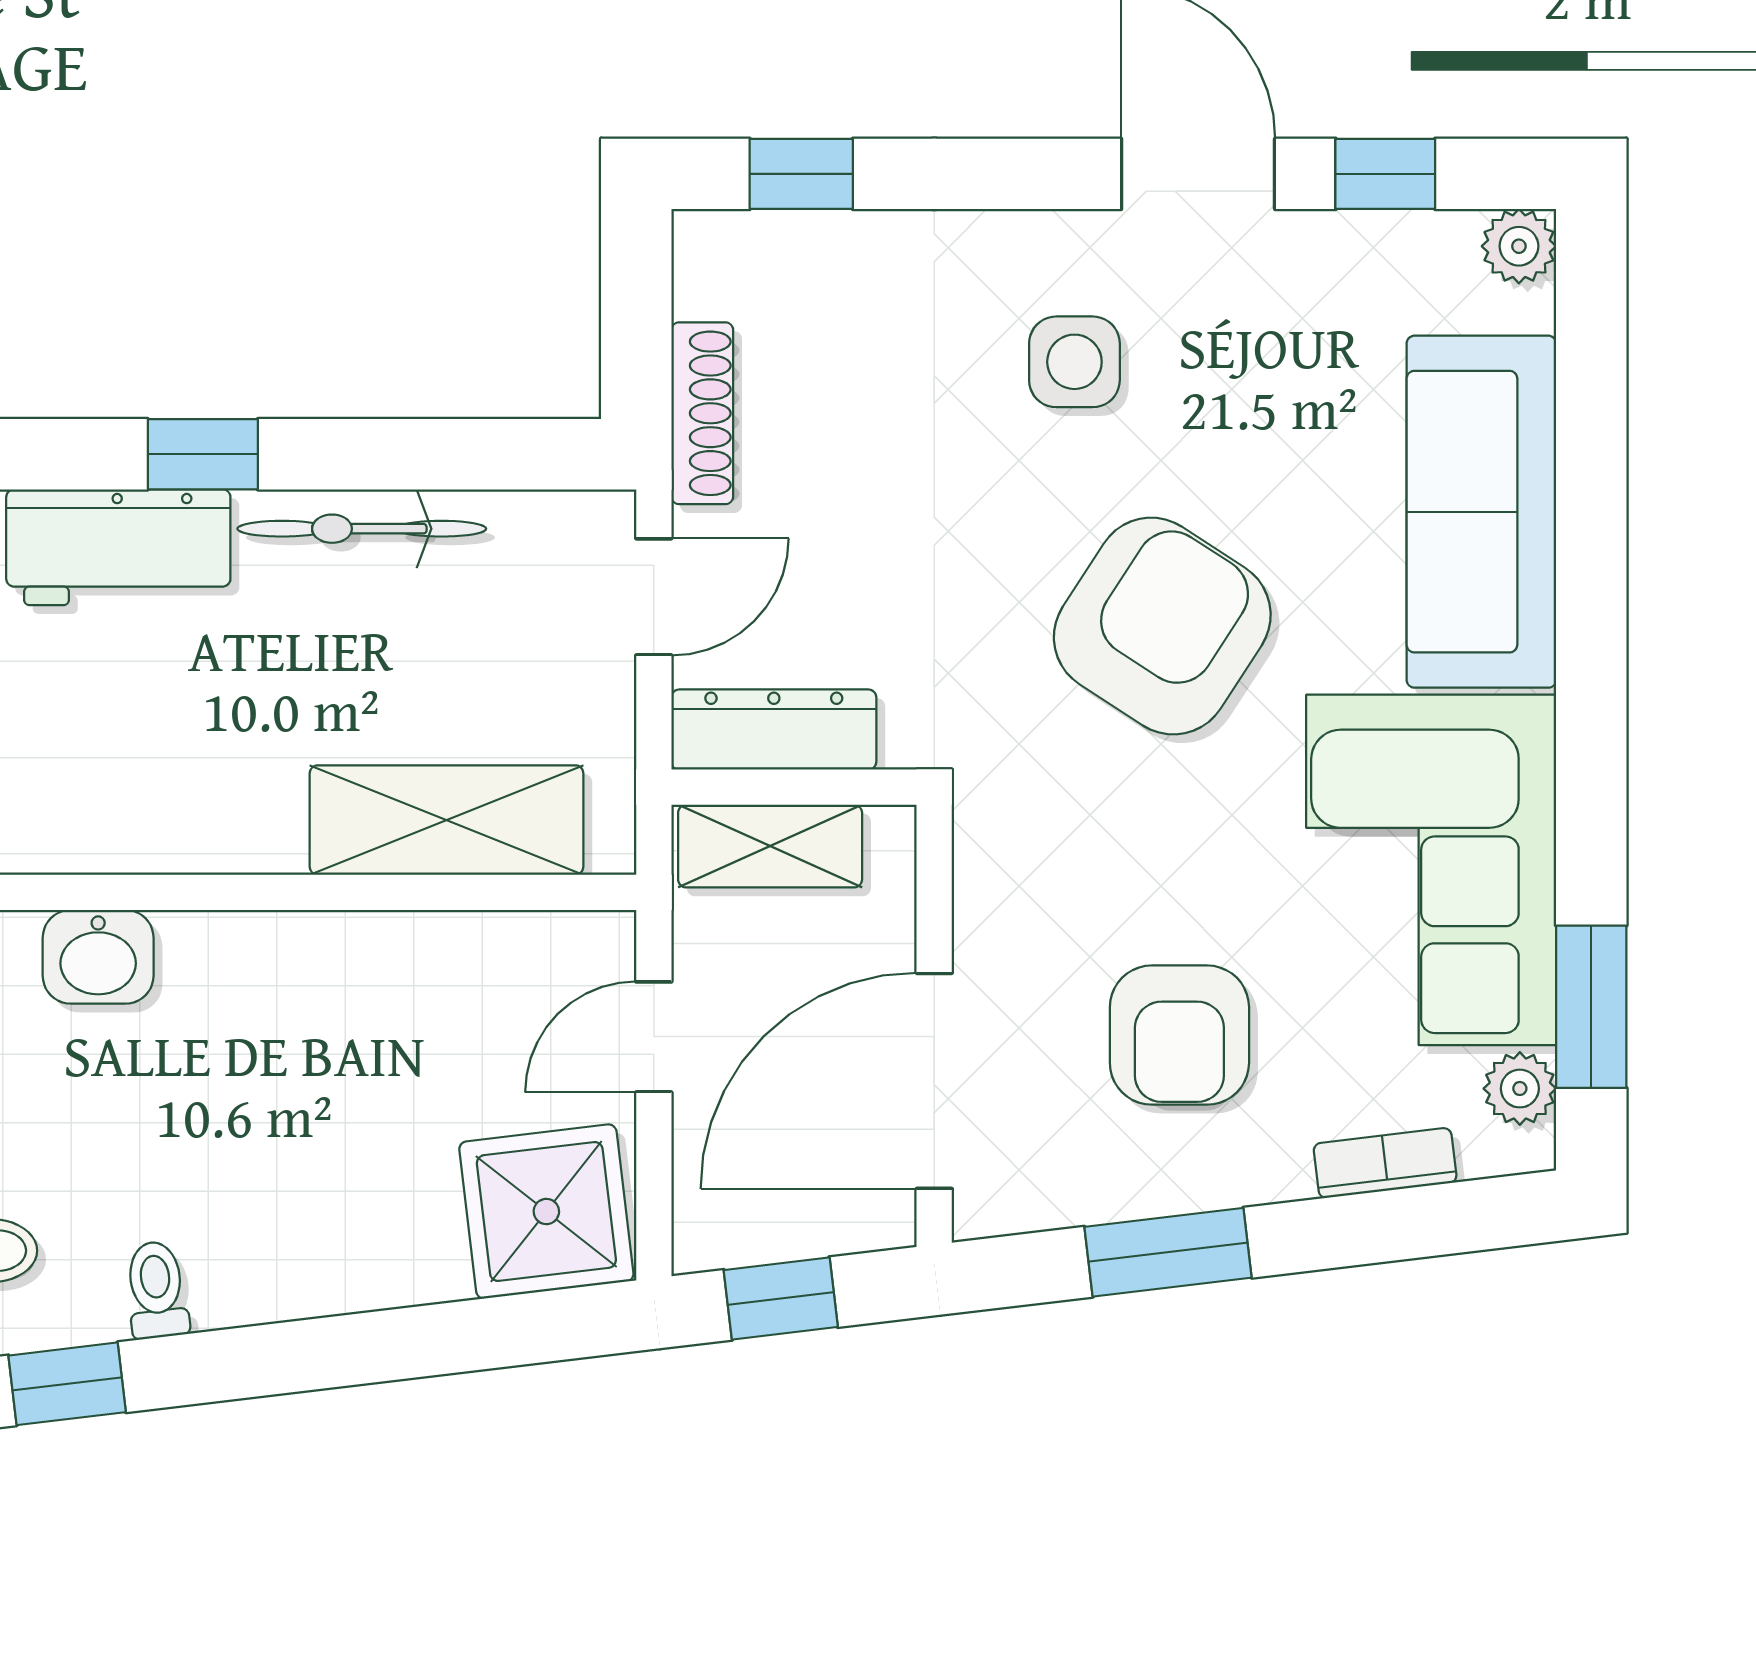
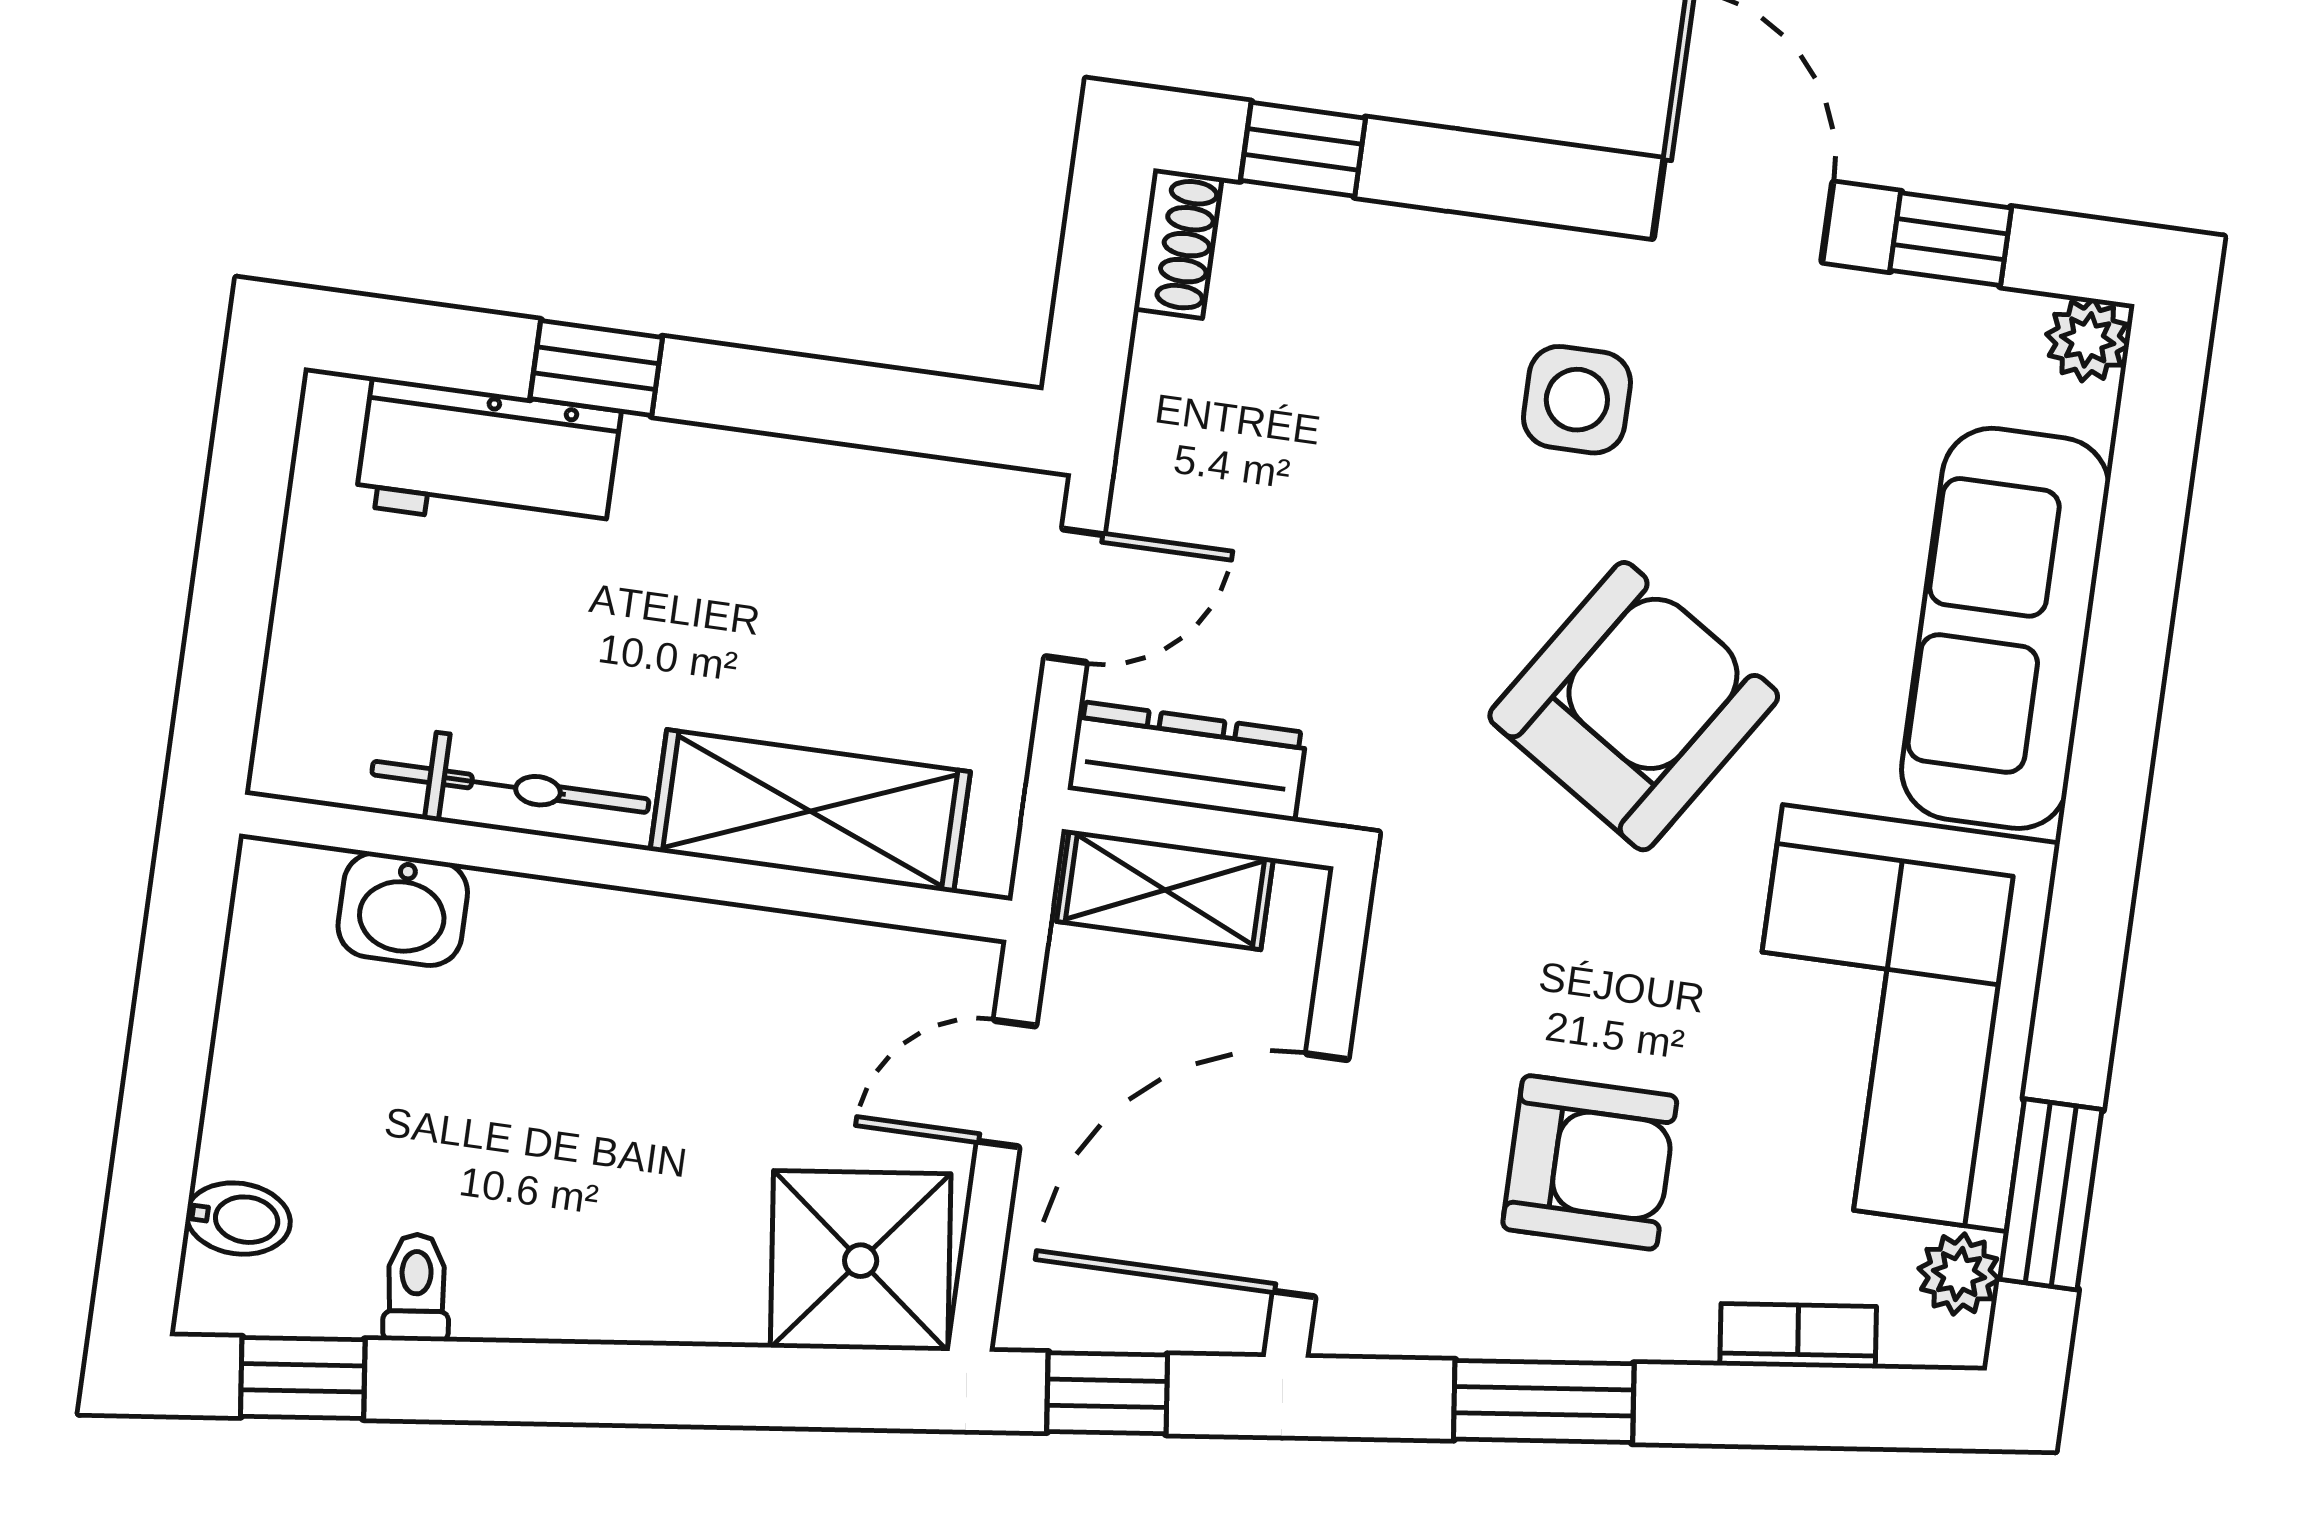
shoe rack: (702, 413) -> (1178, 243), moved, width x0.70
bicycle: (362, 529) -> (510, 787), moved, turned 180
armchair: (1179, 1035) -> (1590, 1162), turned -90

